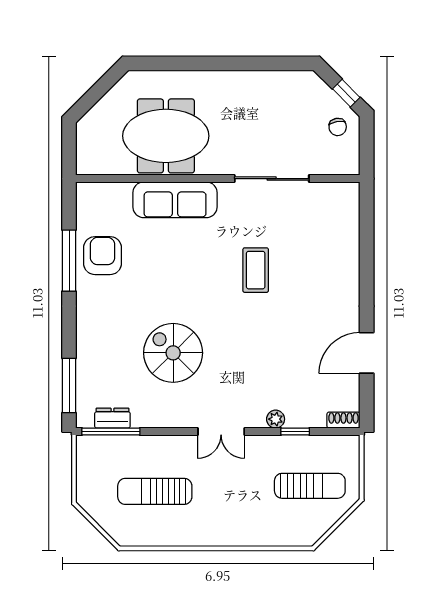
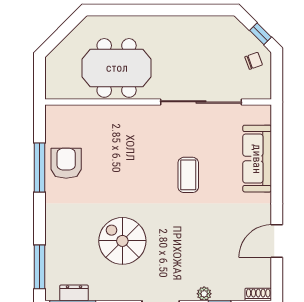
chair: (338, 127) -> (254, 61), turned -100
sliding door: (272, 179) -> (201, 102), width x1.36
sofa: (175, 200) -> (257, 159), moved, turned 90

